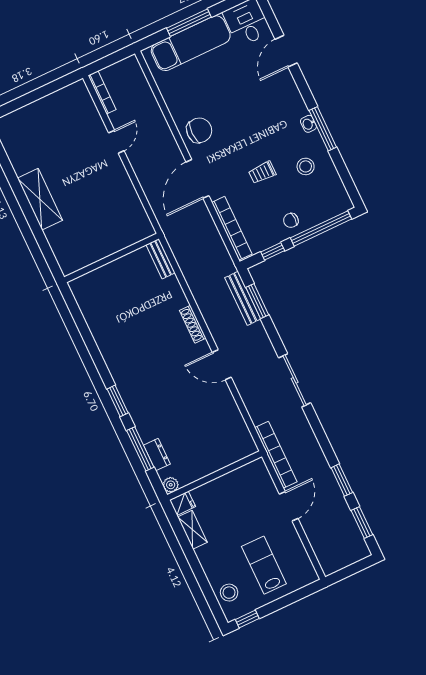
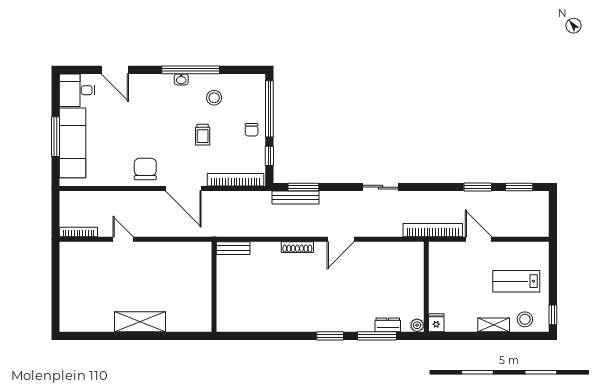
window: (323, 129) -> (191, 70), width x1.46
sliding door: (295, 380) -> (380, 187), width x0.73
shelving: (192, 530) -> (494, 325), moved

